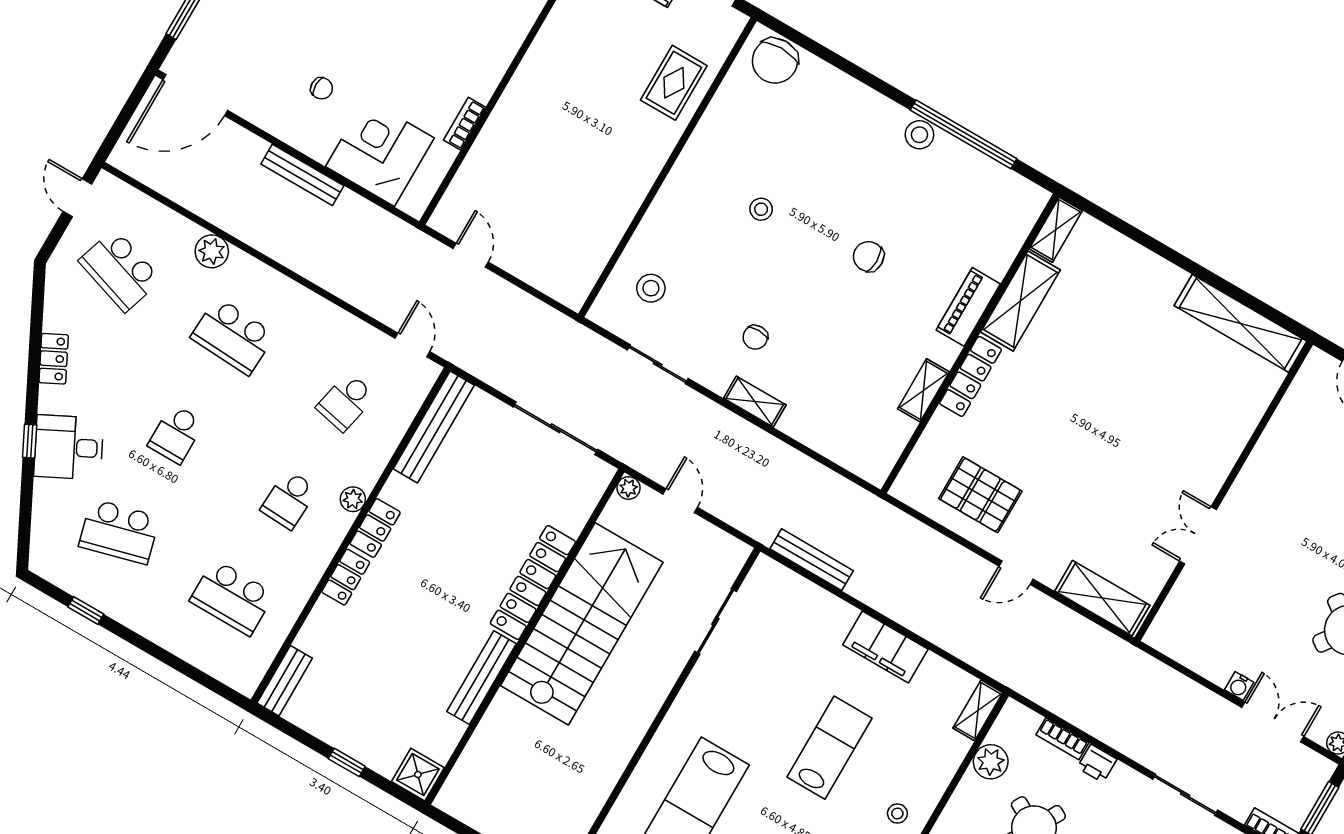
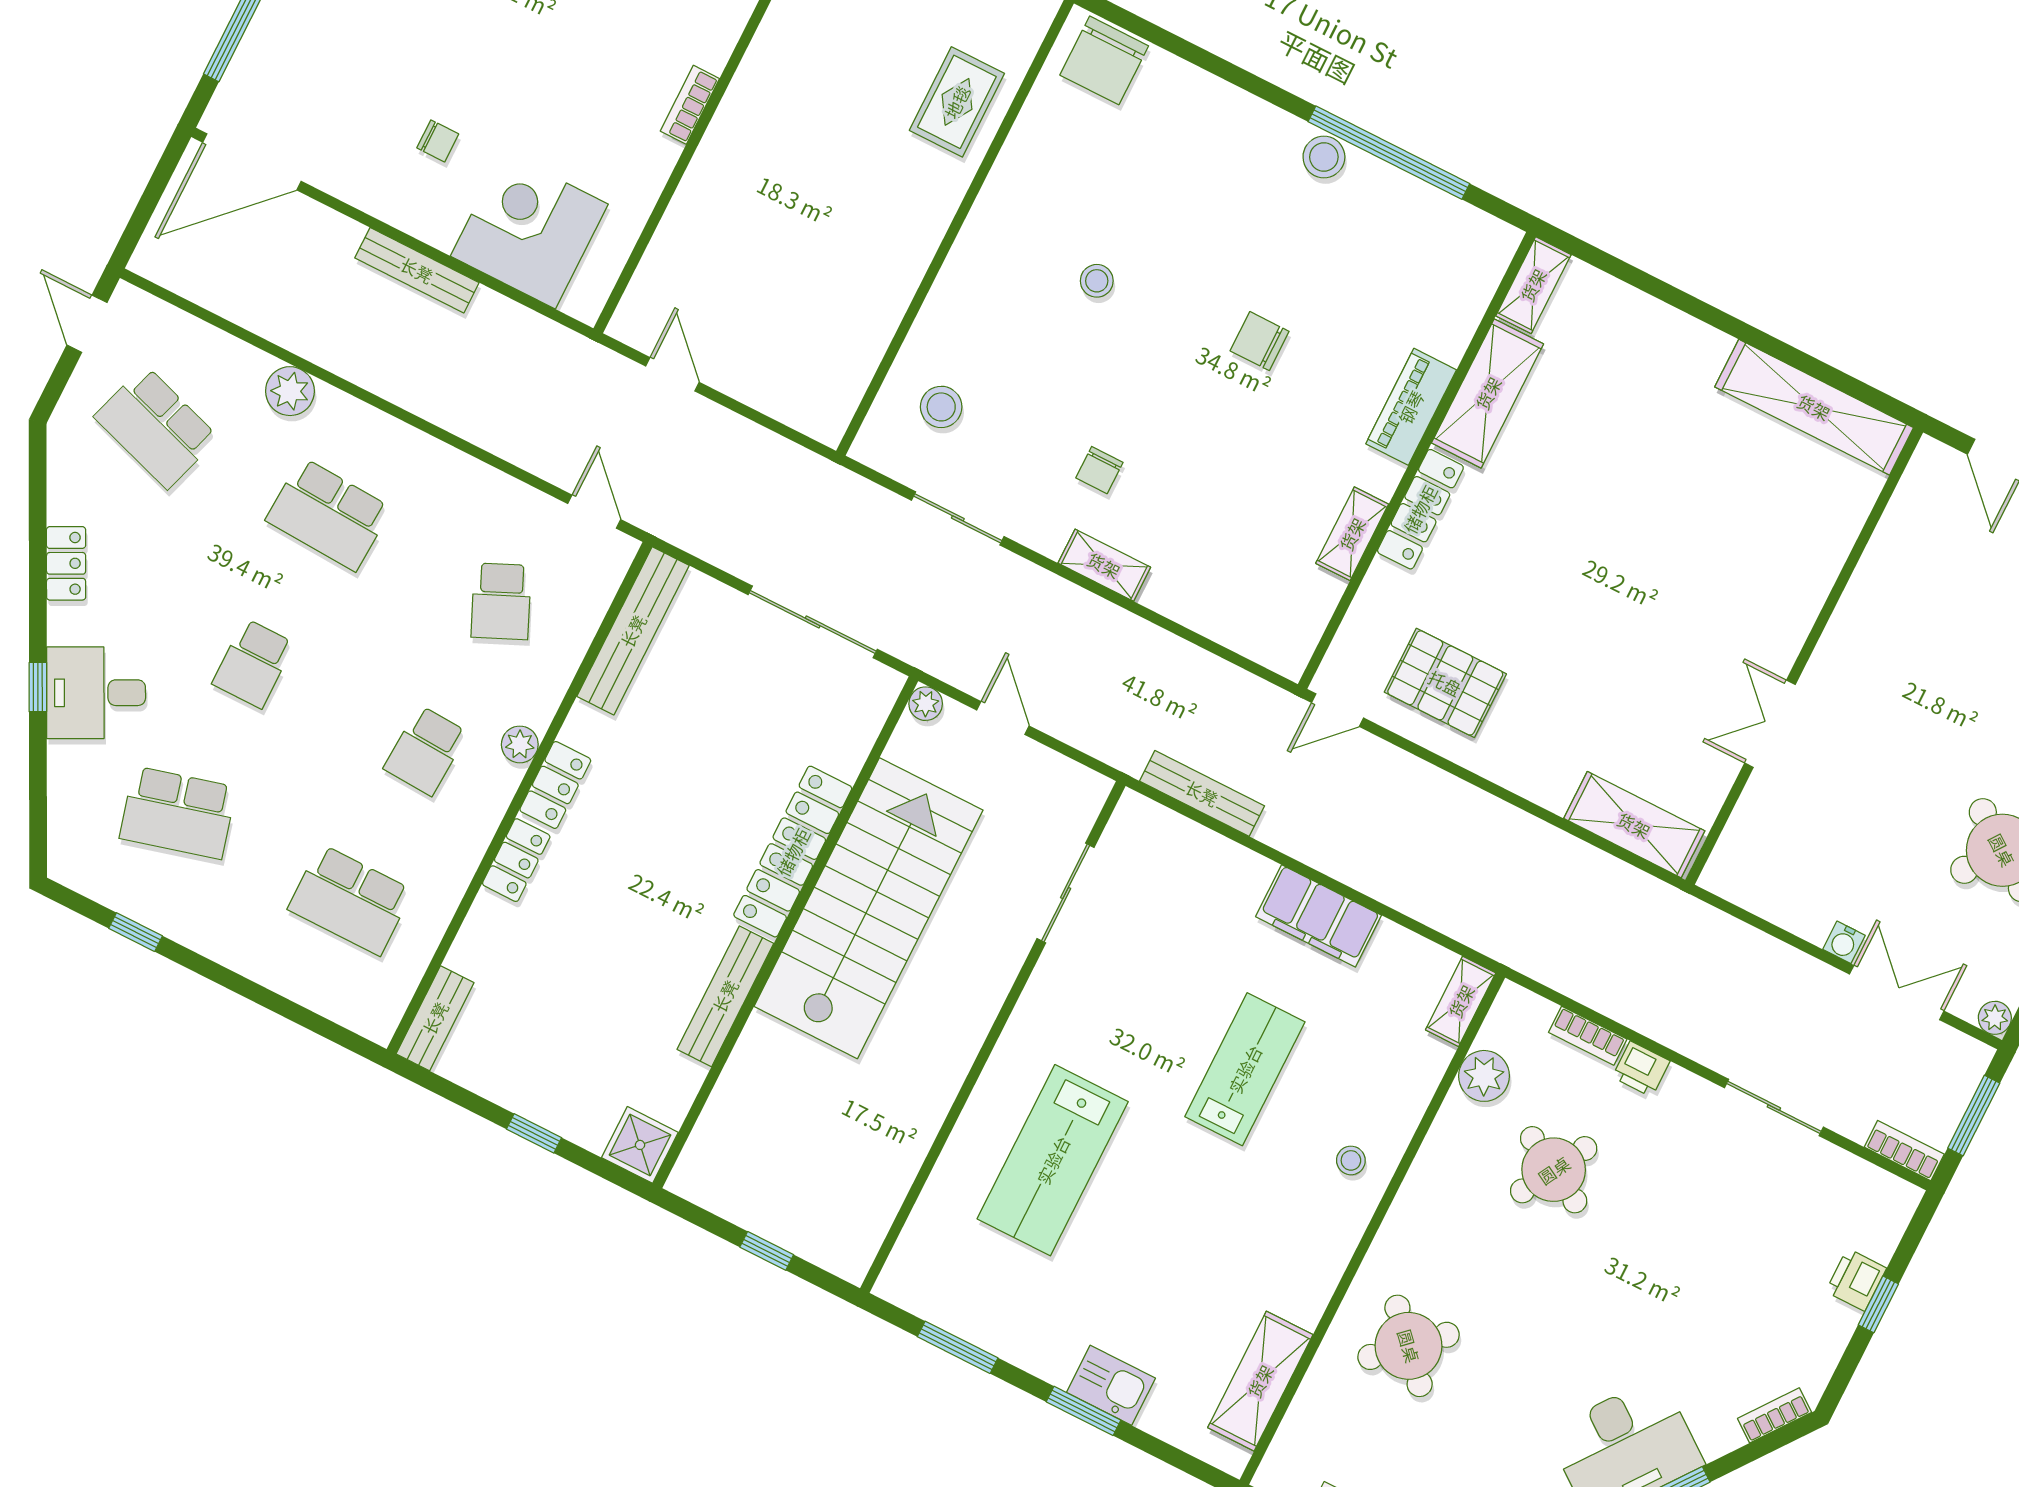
bookcase: (464, 124) -> (690, 105), moved
school desk: (346, 402) -> (501, 601), turned -36
door: (1016, 573) -> (1338, 710), moved

